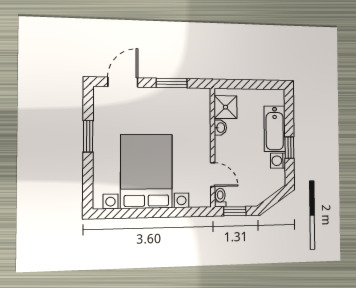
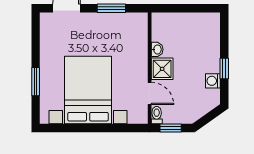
shower: (225, 107) -> (162, 69), moved
bathtub: (275, 129) -> (210, 50), removed
window: (88, 136) -> (36, 82), moved

